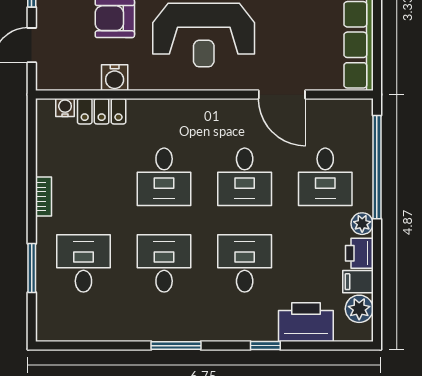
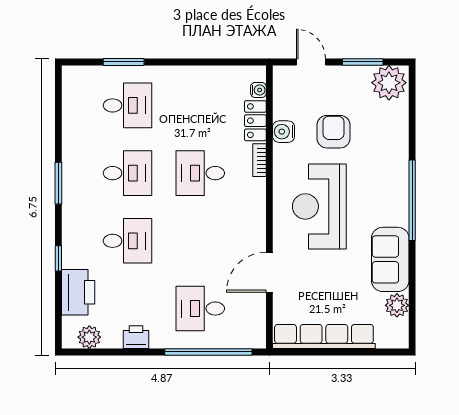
desk: (245, 177) -> (200, 241), removed
bookcase: (44, 197) -> (259, 160), moved, turned 90
plant: (362, 224) -> (161, 340), removed
filing cabinet: (358, 282) -> (112, 336), removed

